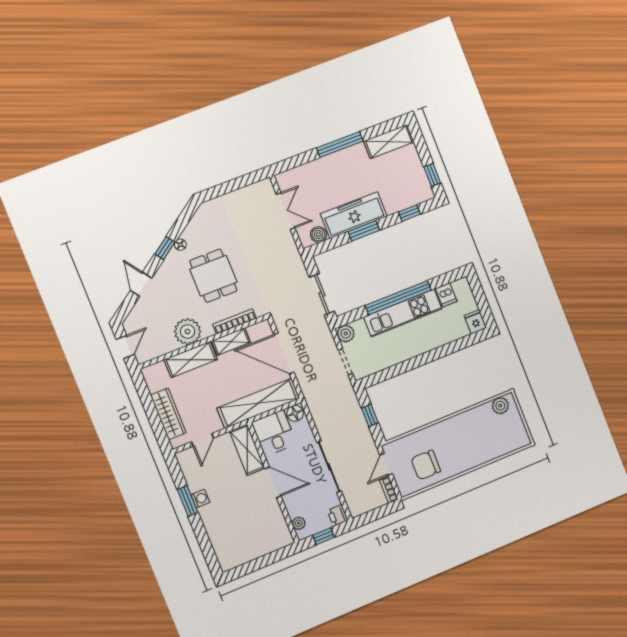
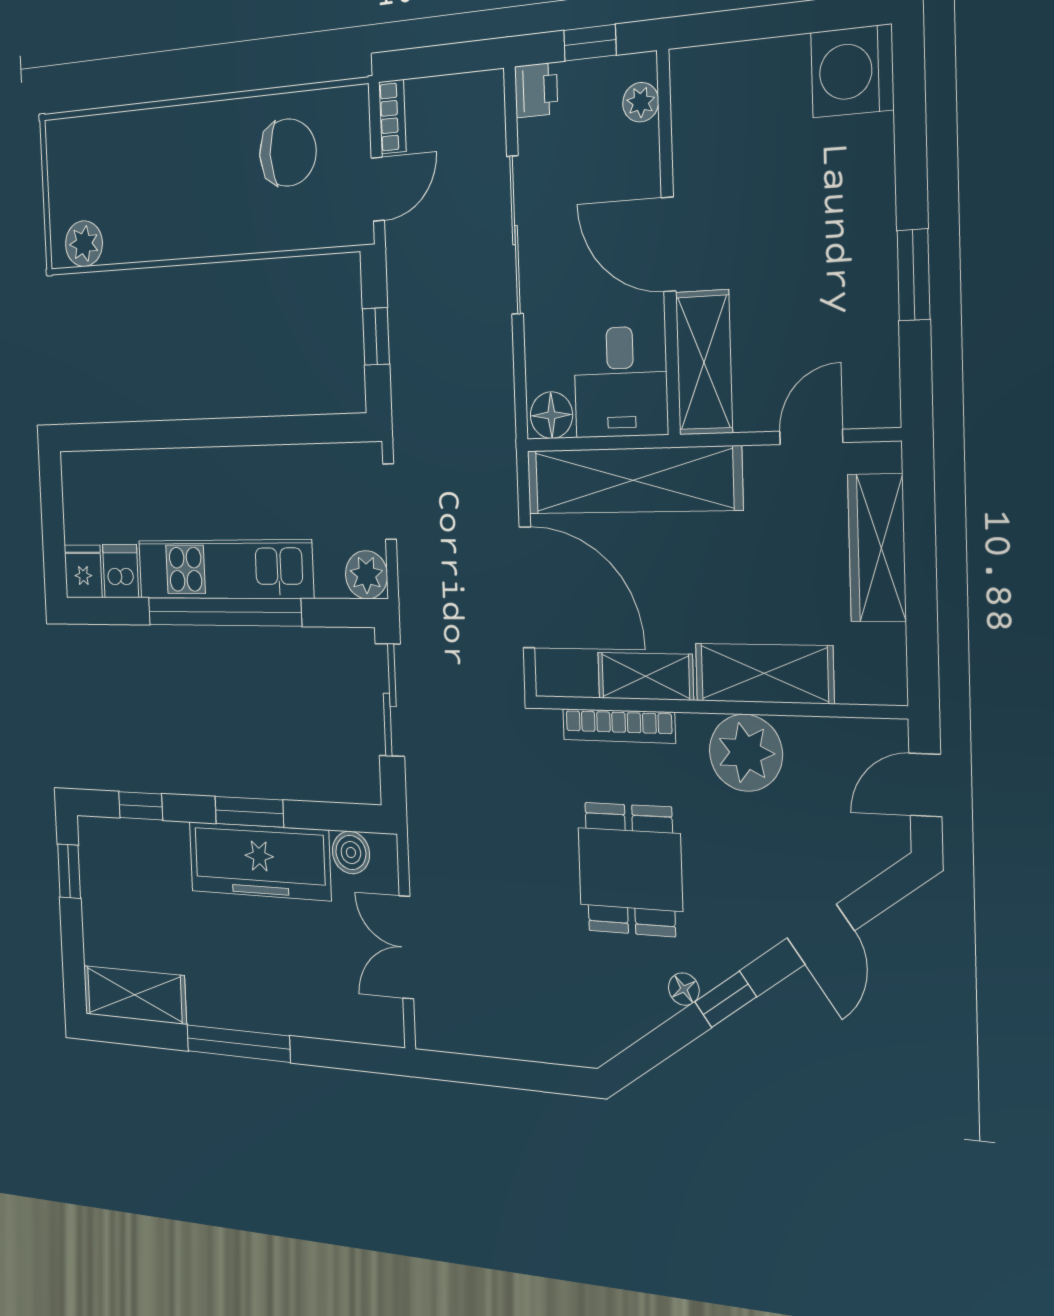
fridge: (475, 322) -> (83, 571), moved, turned 180
washing machine: (200, 499) -> (852, 71), moved, width x1.89, depth x1.89

